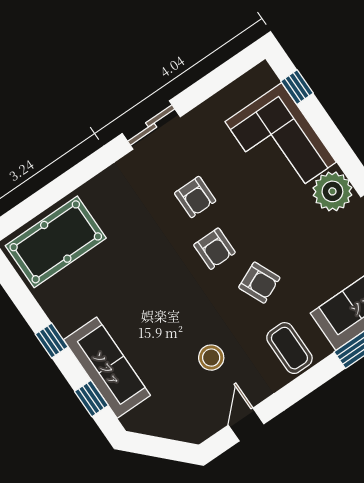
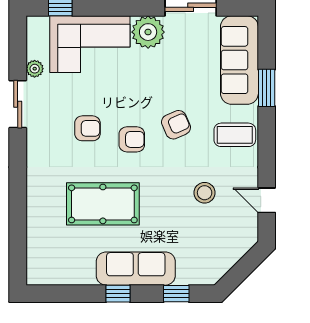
plant: (218, 104) -> (35, 69), added
sliding door: (151, 125) -> (18, 104), moved
pool table: (56, 242) -> (103, 204), moved, turned 90
sofa: (107, 368) -> (136, 269), moved

